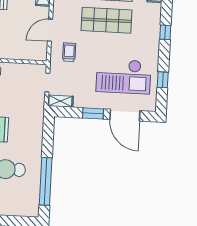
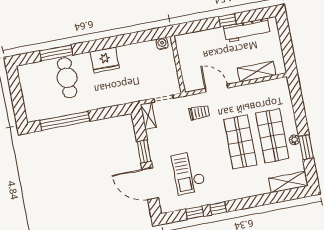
window: (165, 32) -> (218, 208), moved
checkout: (124, 76) -> (188, 173), width x0.73, depth x0.83
door: (125, 115) -> (150, 184), hinge flipped

